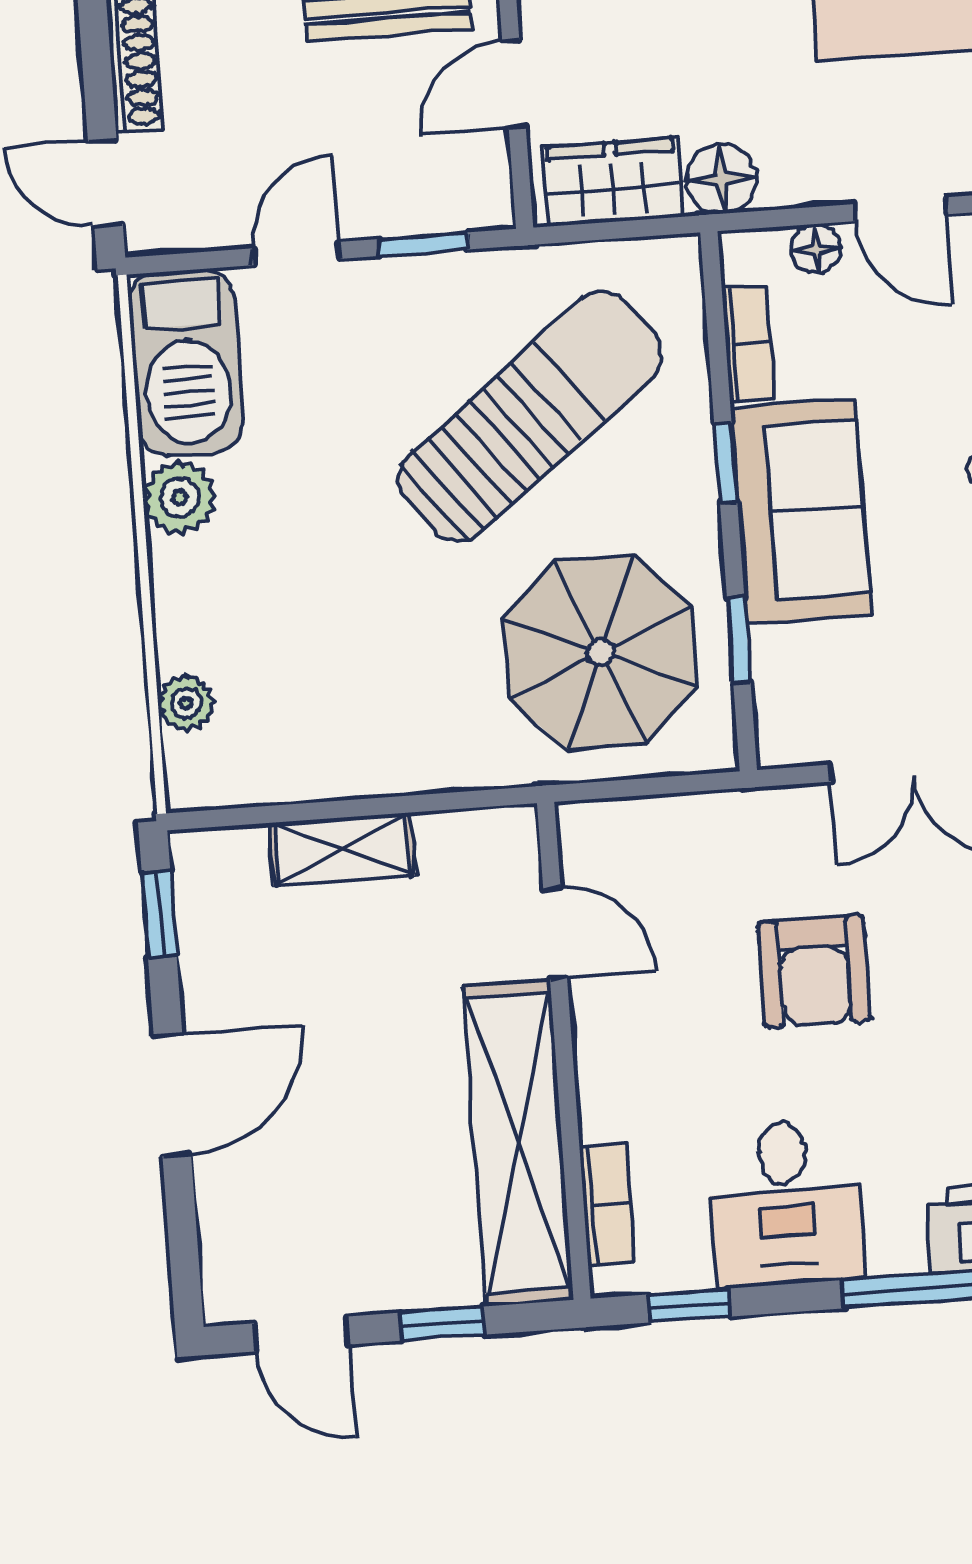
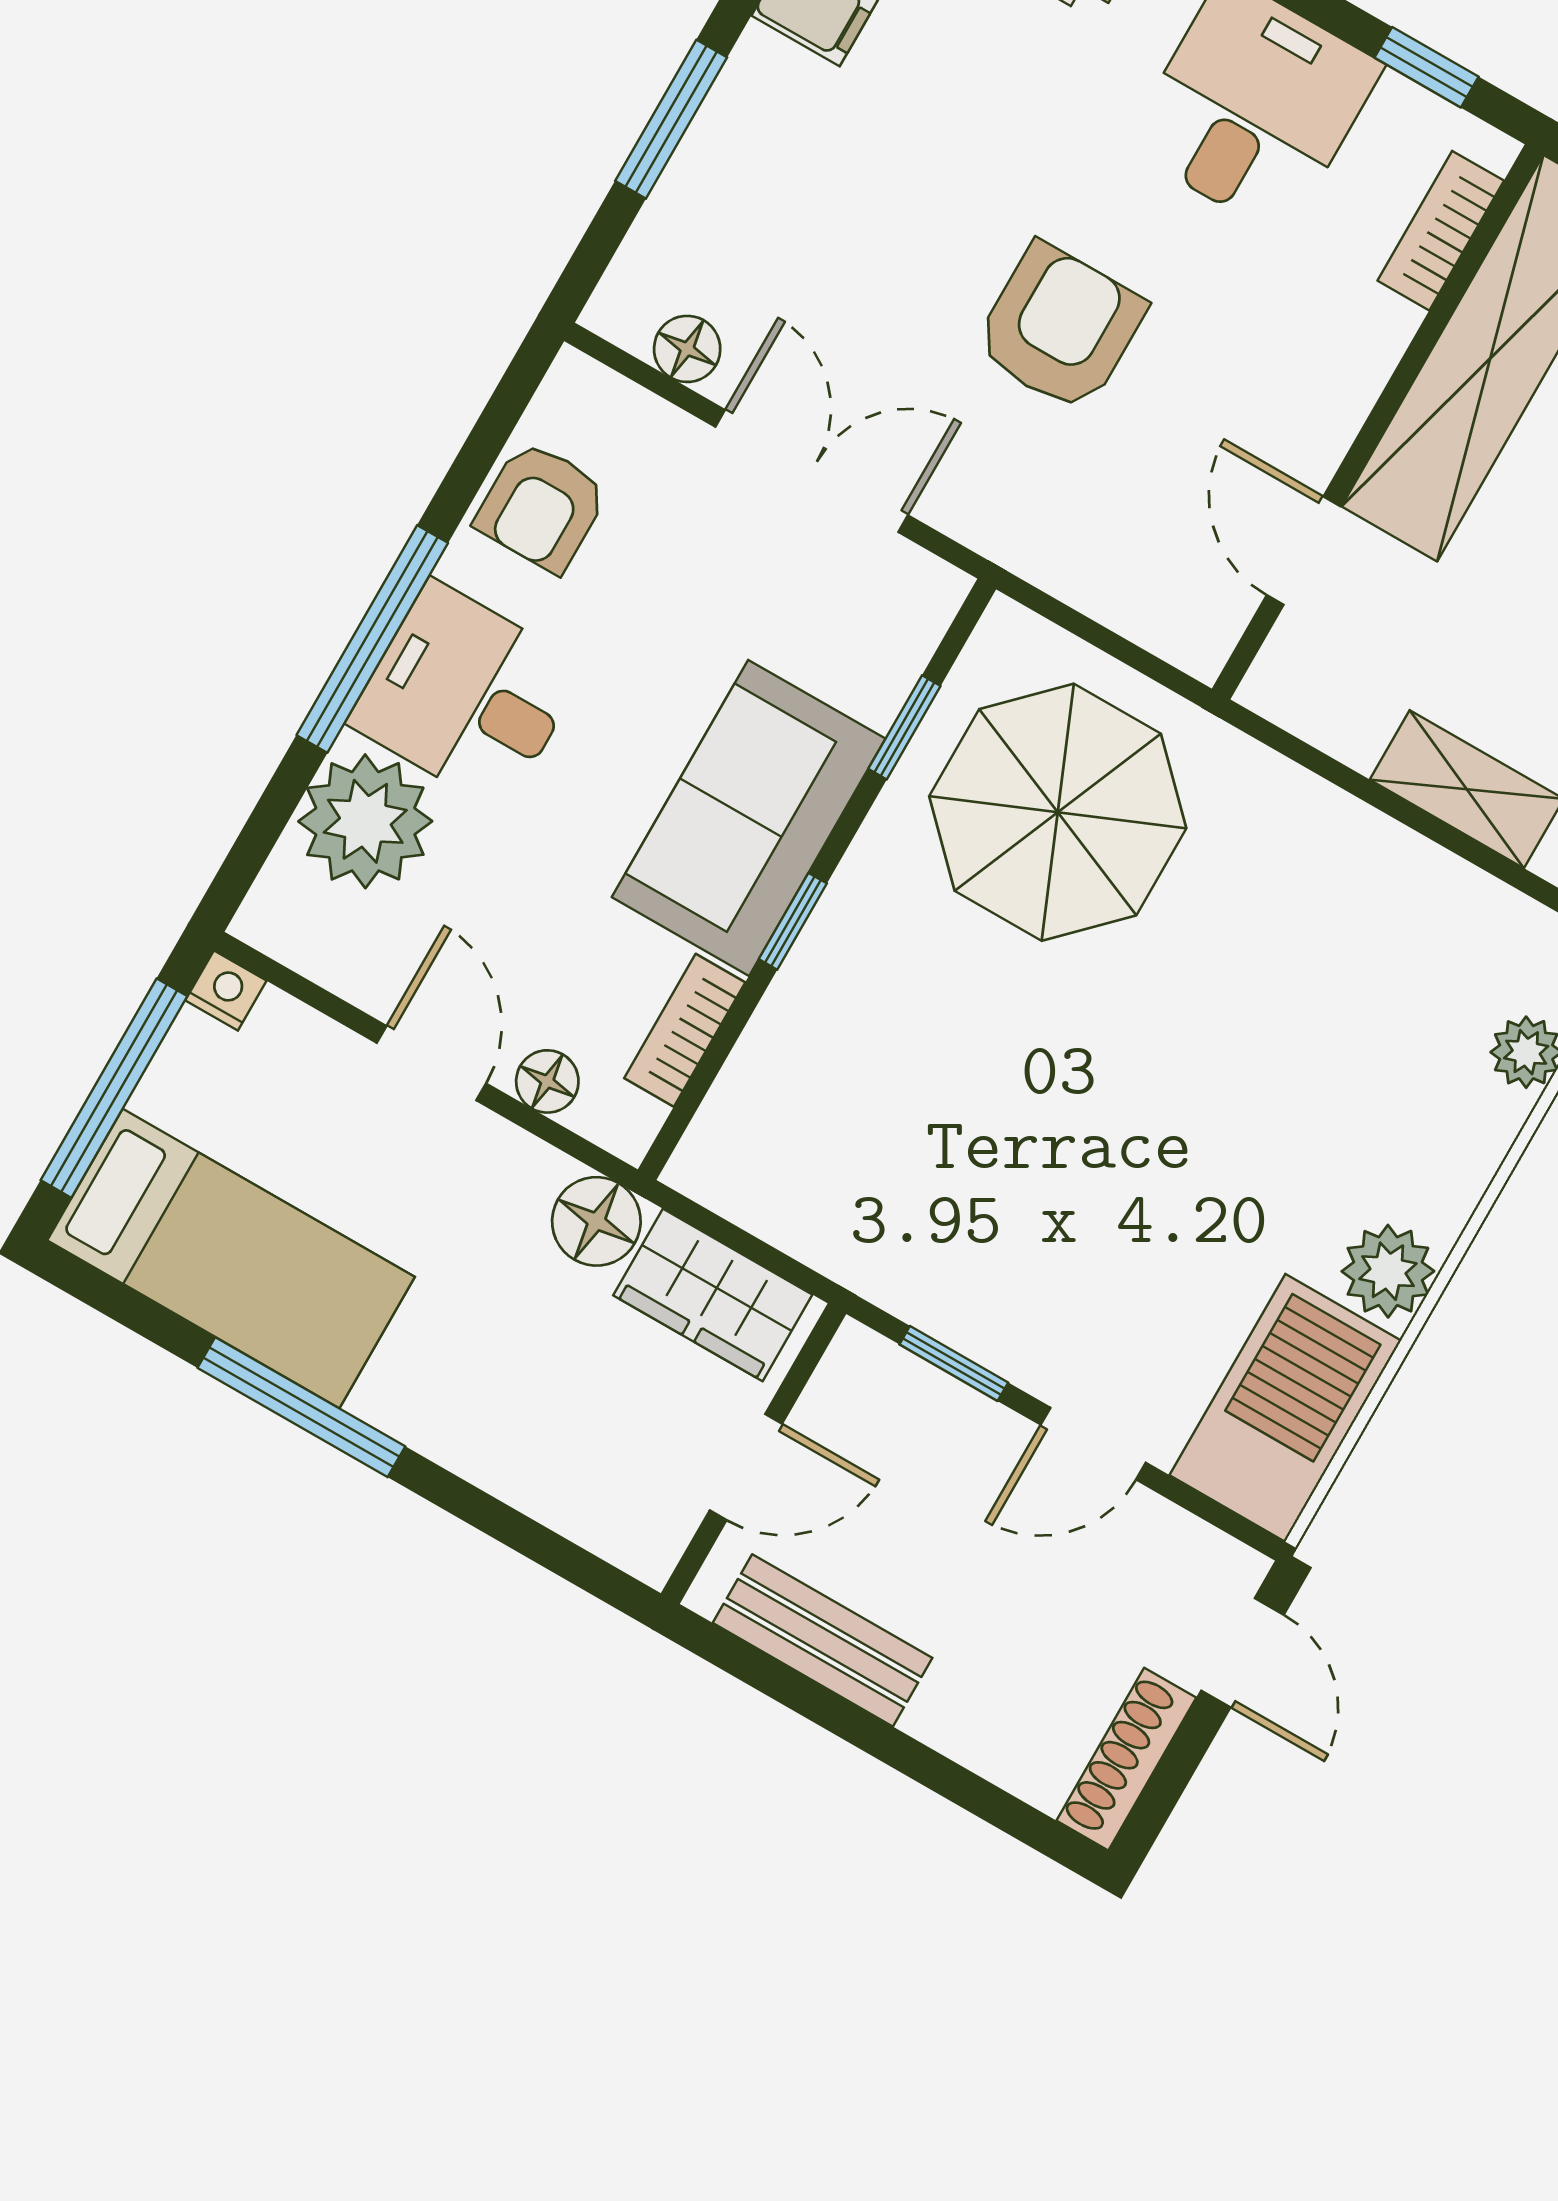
sun lounger: (530, 417) -> (965, 1108), removed

